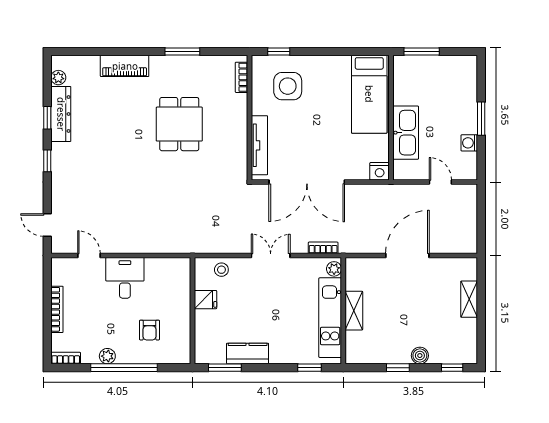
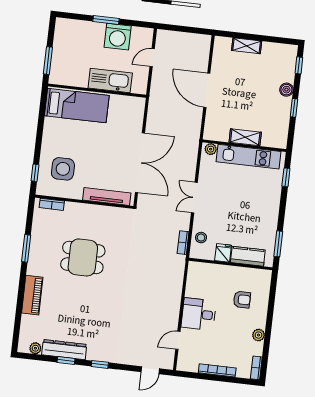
washing machine: (469, 143) -> (118, 37), width x1.89, depth x1.89
nightstand: (380, 171) -> (138, 104), removed
bookcase: (323, 248) -> (183, 243), moved
kitchen counter: (248, 354) -> (248, 256), moved, turned 90
window: (124, 368) -> (269, 323), removed

